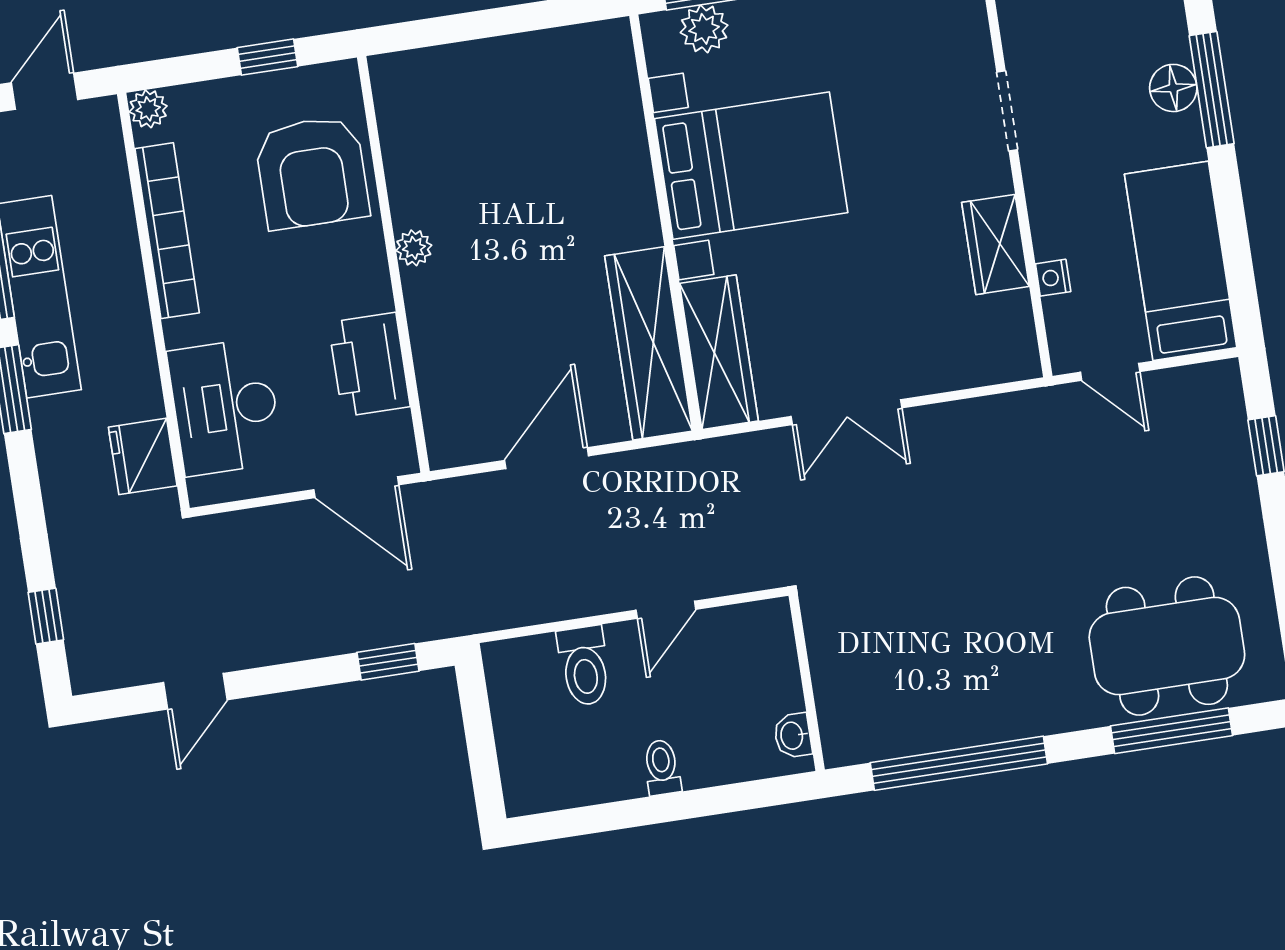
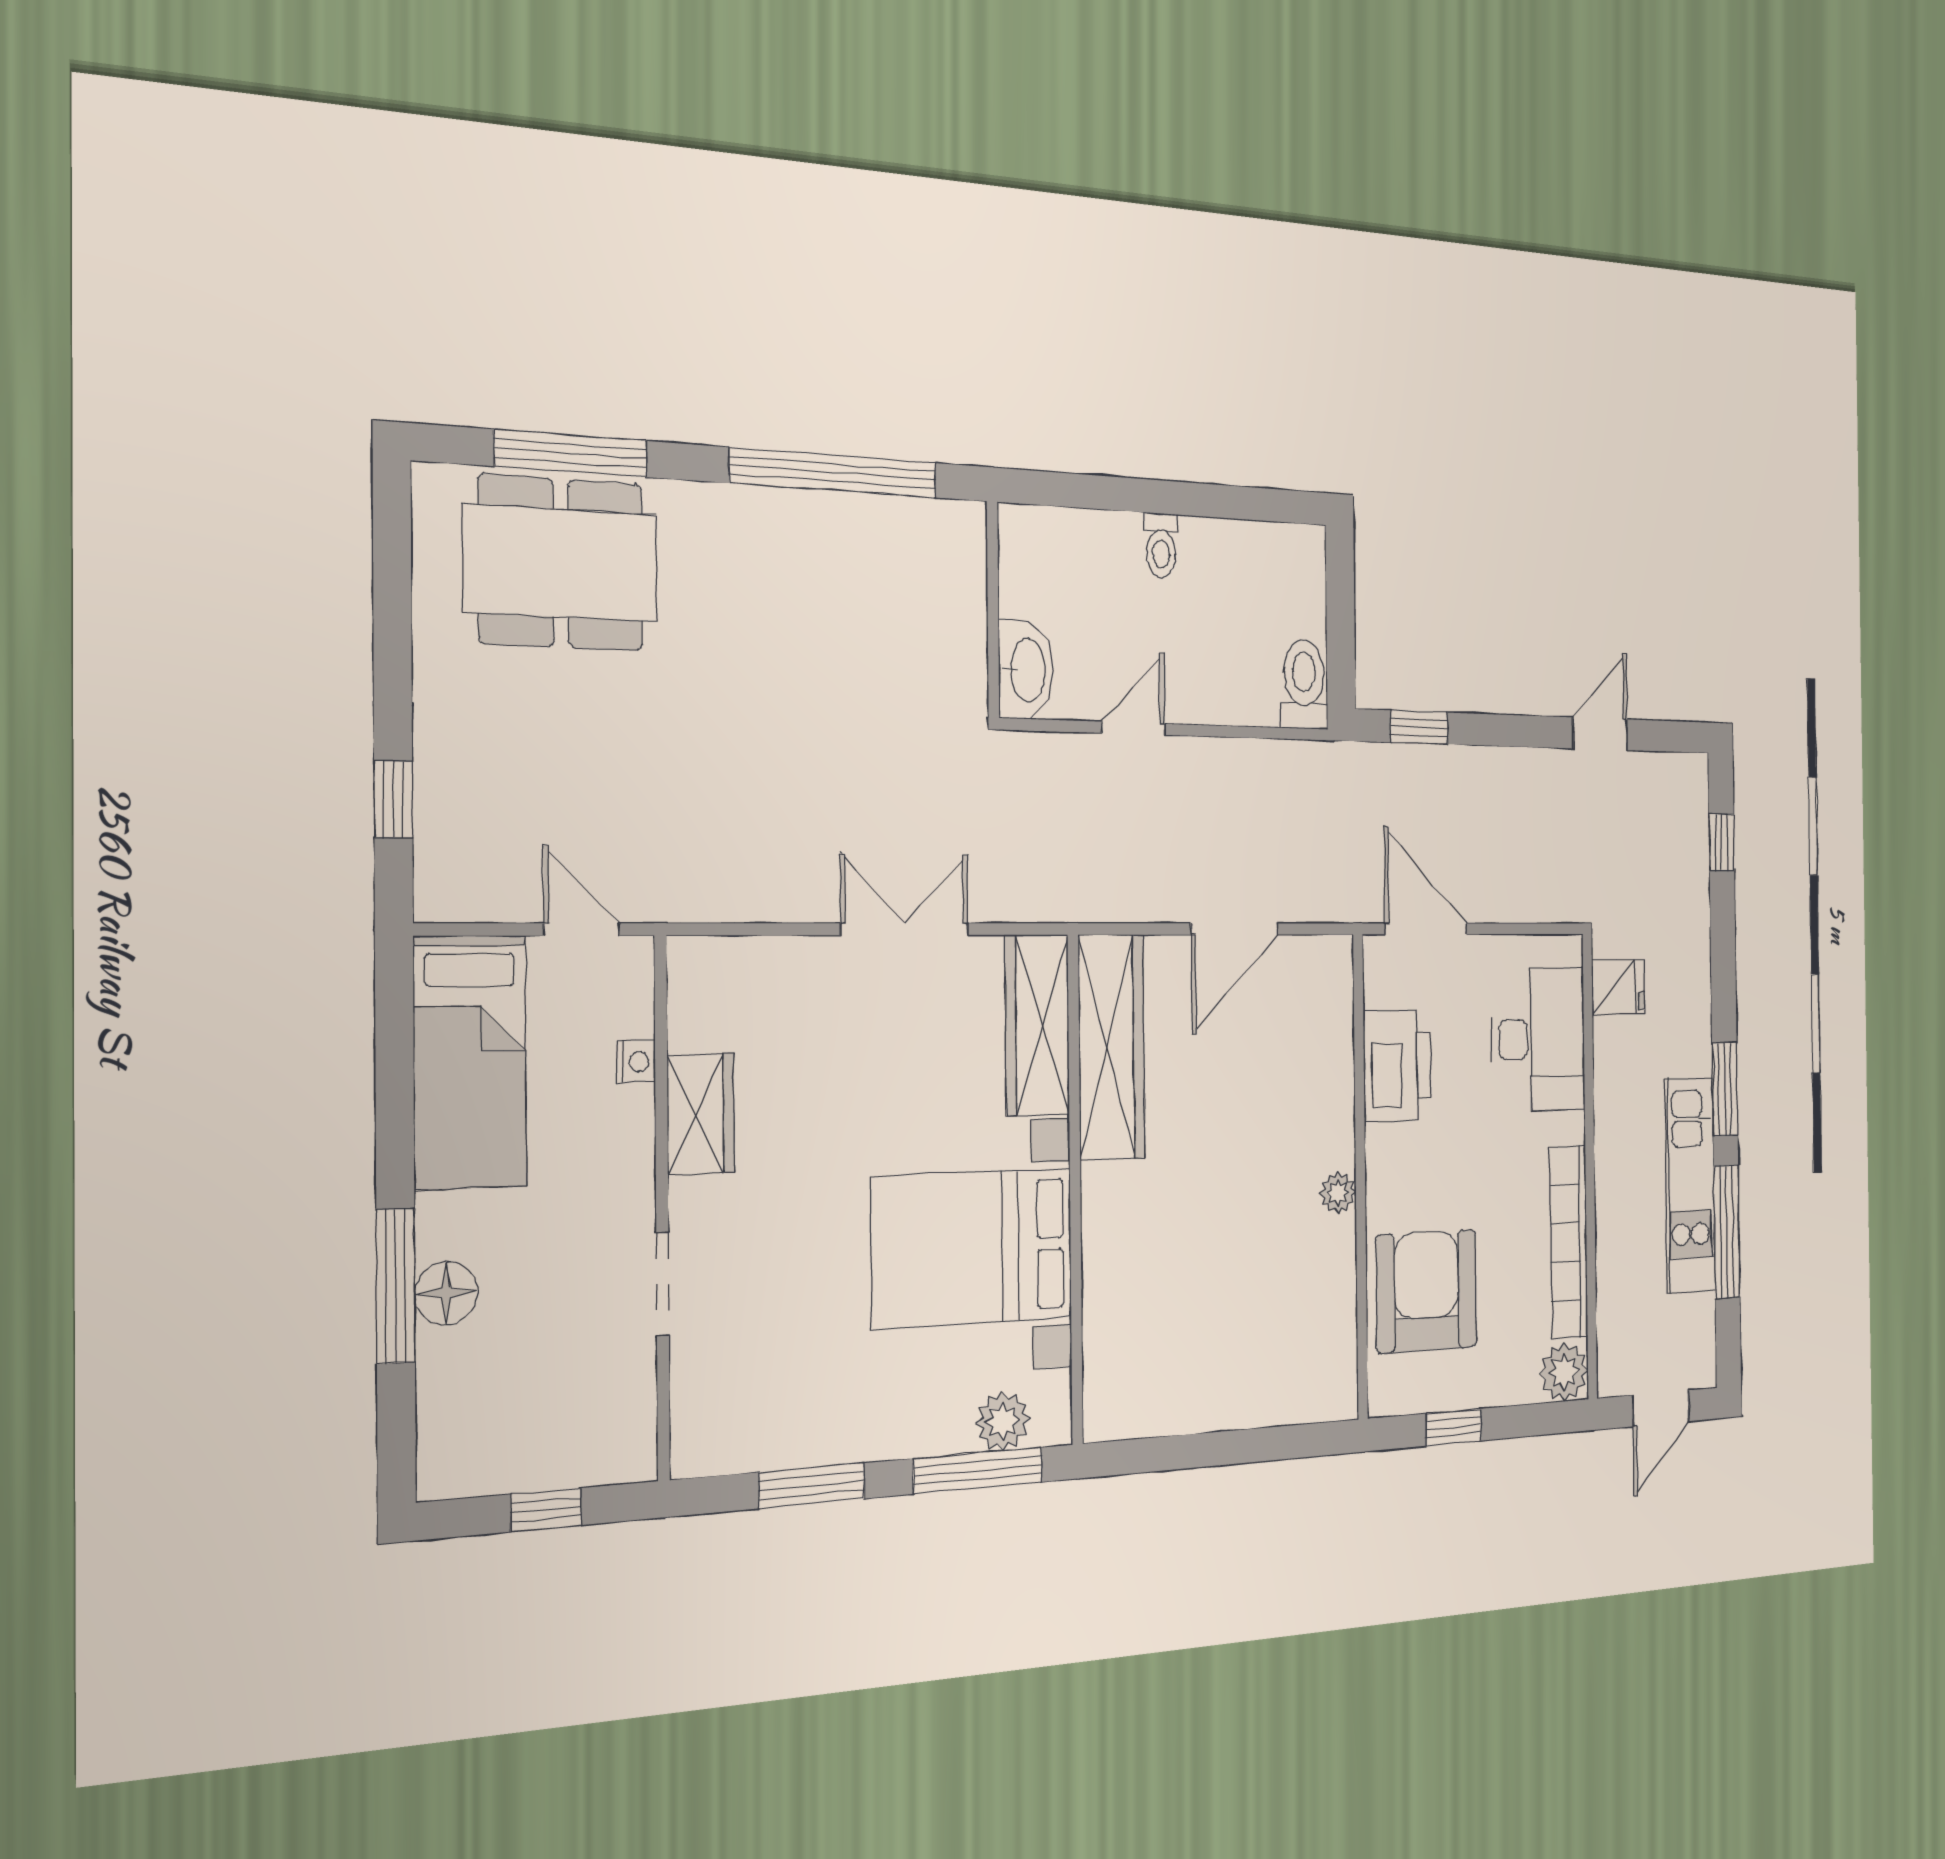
plant: (148, 109) -> (1564, 1372), width x1.38, depth x1.38
fridge: (143, 456) -> (1618, 987), width x0.72
toilet: (584, 666) -> (1304, 684), moved
washbasin: (793, 736) -> (1026, 670), moved, width x1.91, depth x1.45

